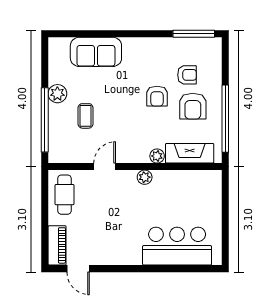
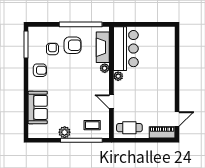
armchair: (157, 96) -> (40, 70), moved
coffee table: (86, 116) -> (92, 125), moved
bar counter: (177, 246) -> (126, 49), moved, turned 180

